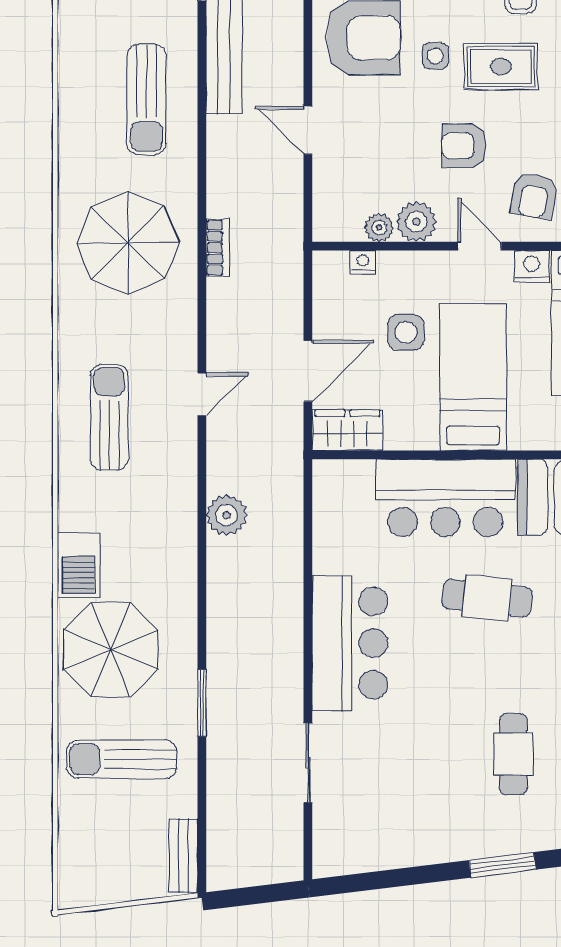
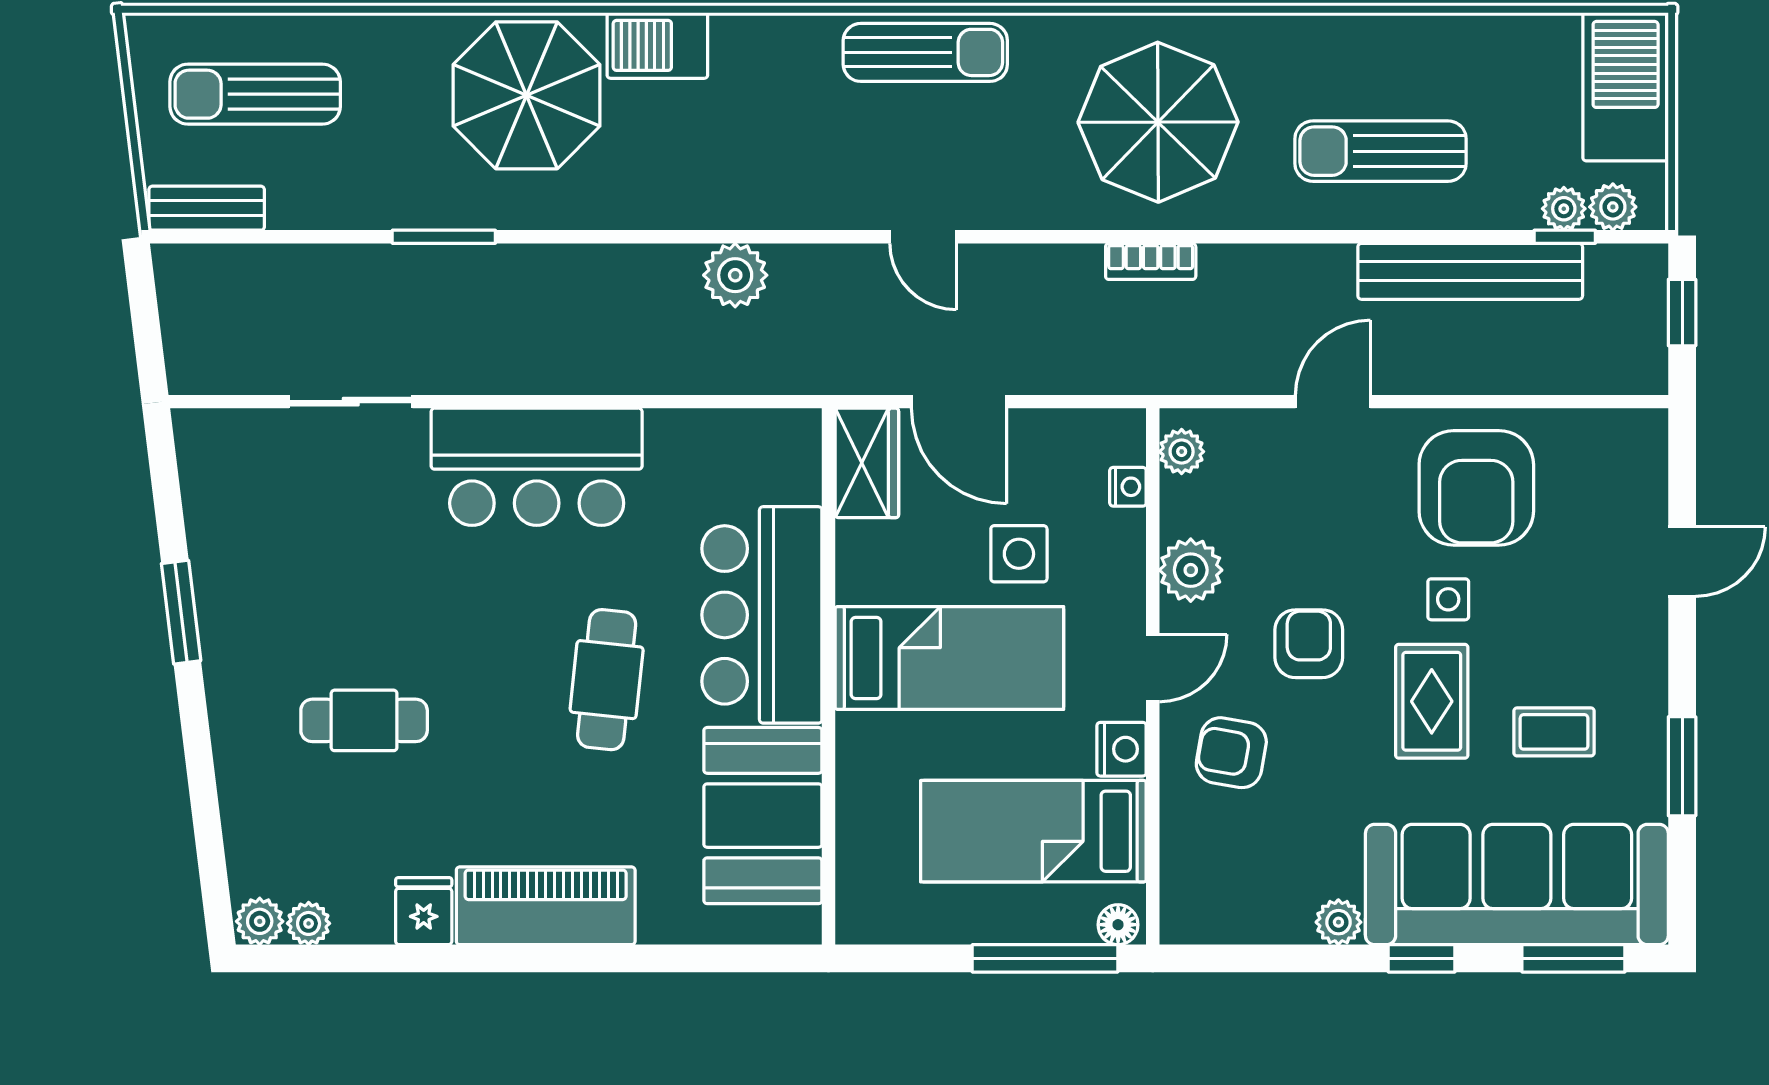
plant: (379, 228) -> (1182, 452), moved
sun lounger: (109, 417) -> (925, 52), moved
sun lounger: (122, 759) -> (255, 94), moved, turned -90
window: (502, 865) -> (181, 612), moved

